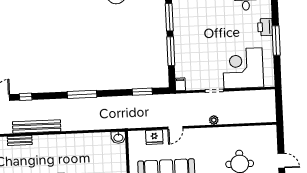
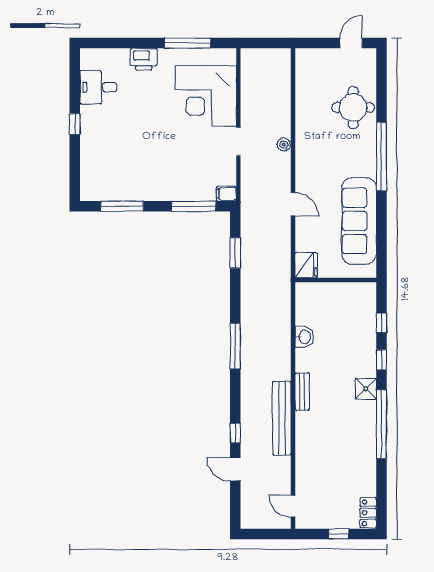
window: (276, 41) -> (188, 43), moved
window: (171, 51) -> (194, 206), moved
washbasin: (118, 137) -> (304, 337), moved
fridge: (154, 137) -> (306, 265), moved
bench: (20, 140) -> (302, 392), moved

